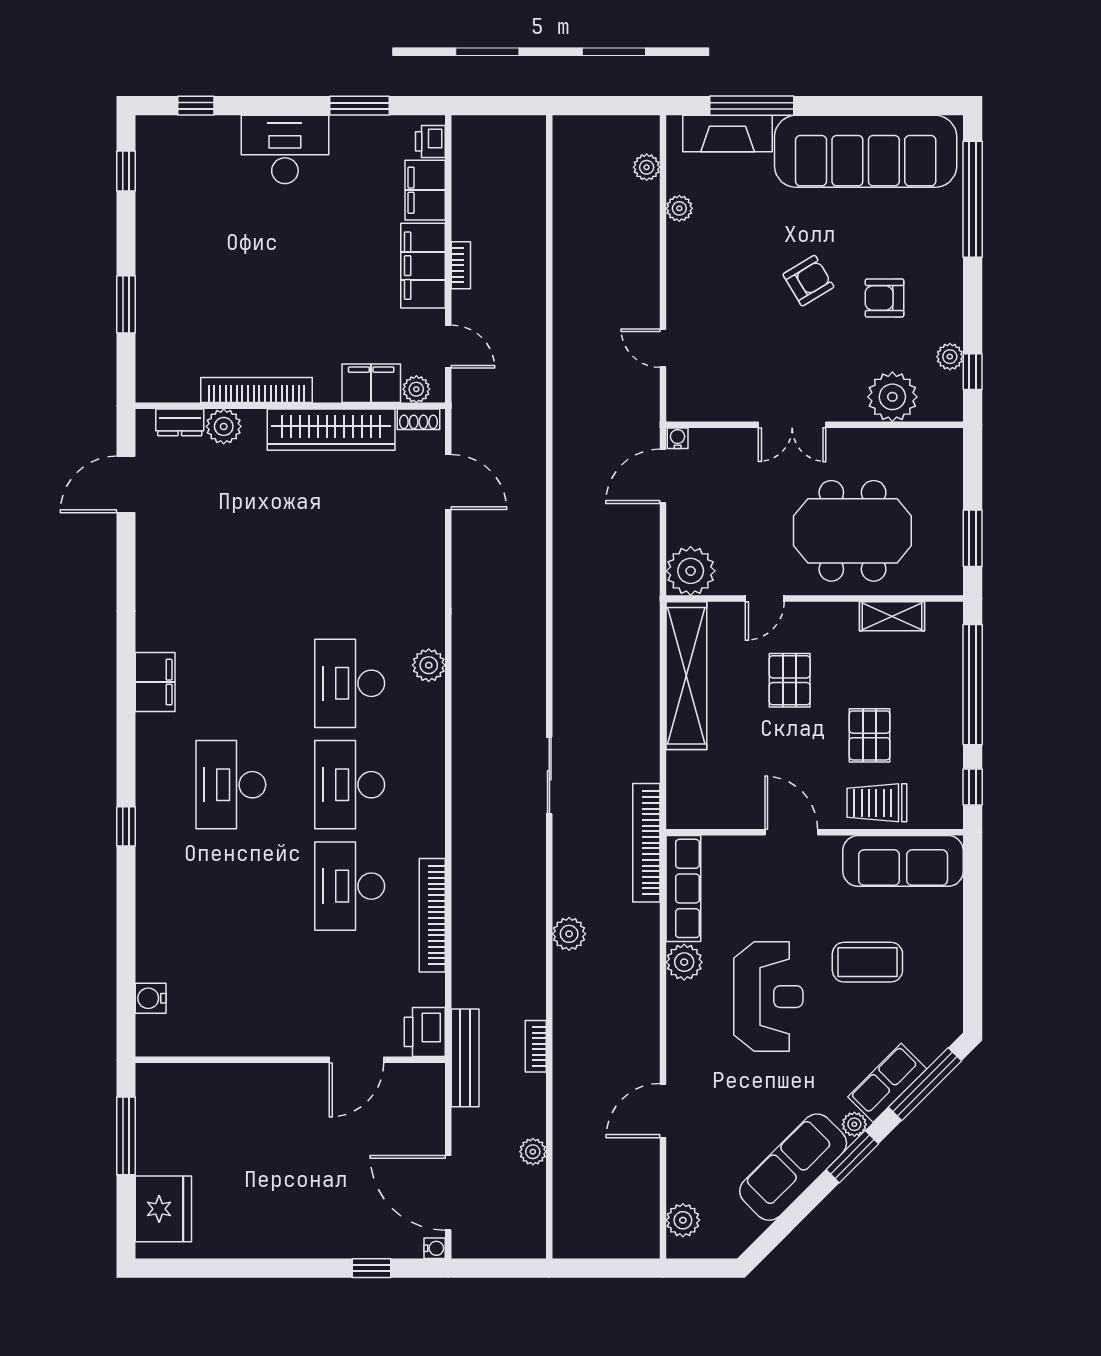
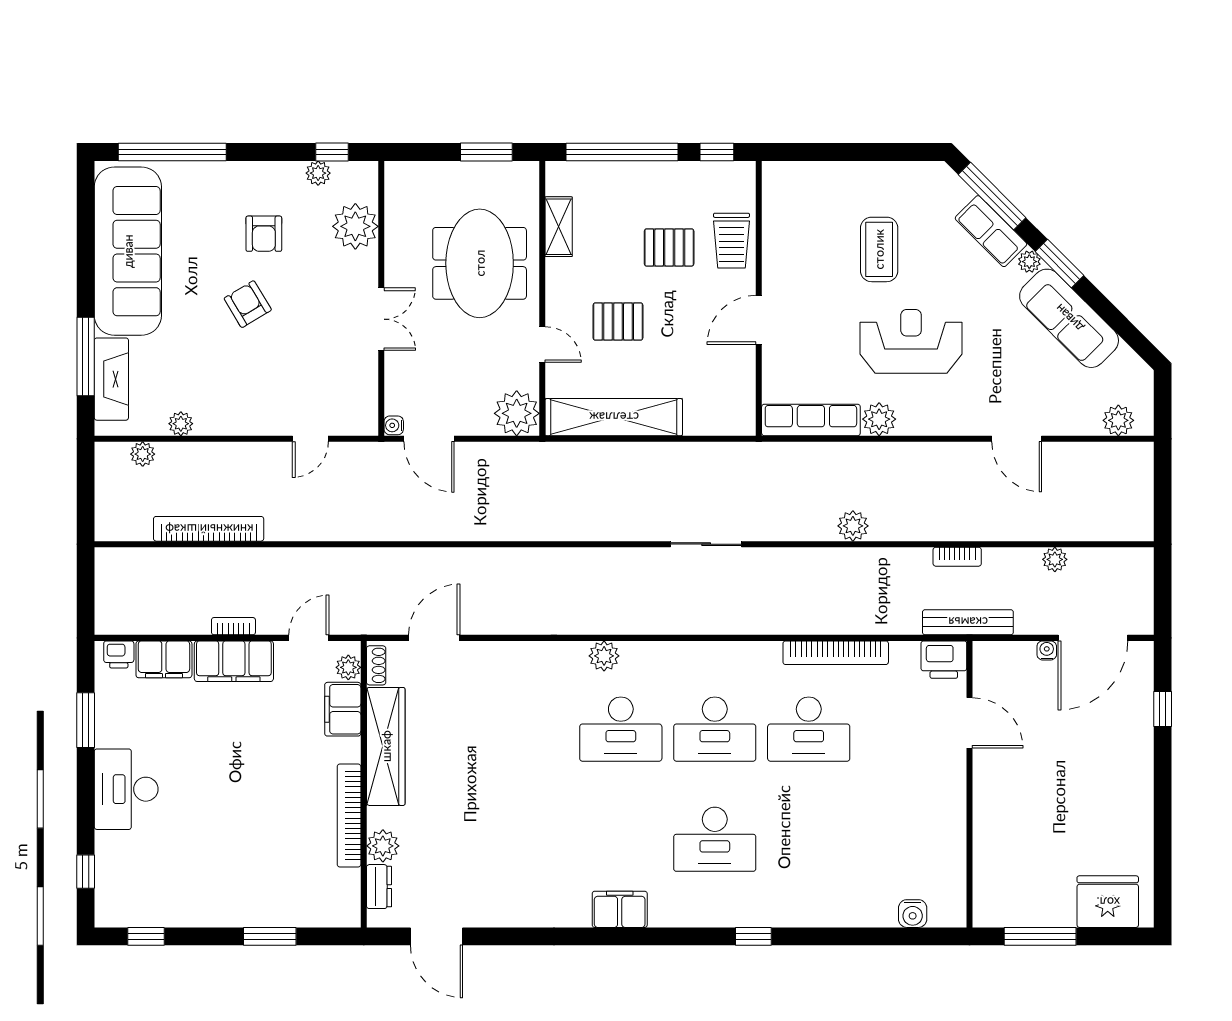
bookcase: (646, 843) -> (209, 529), moved, turned 180
sofa: (903, 861) -> (785, 216), removed
water cooler: (435, 1248) -> (1047, 650), moved

